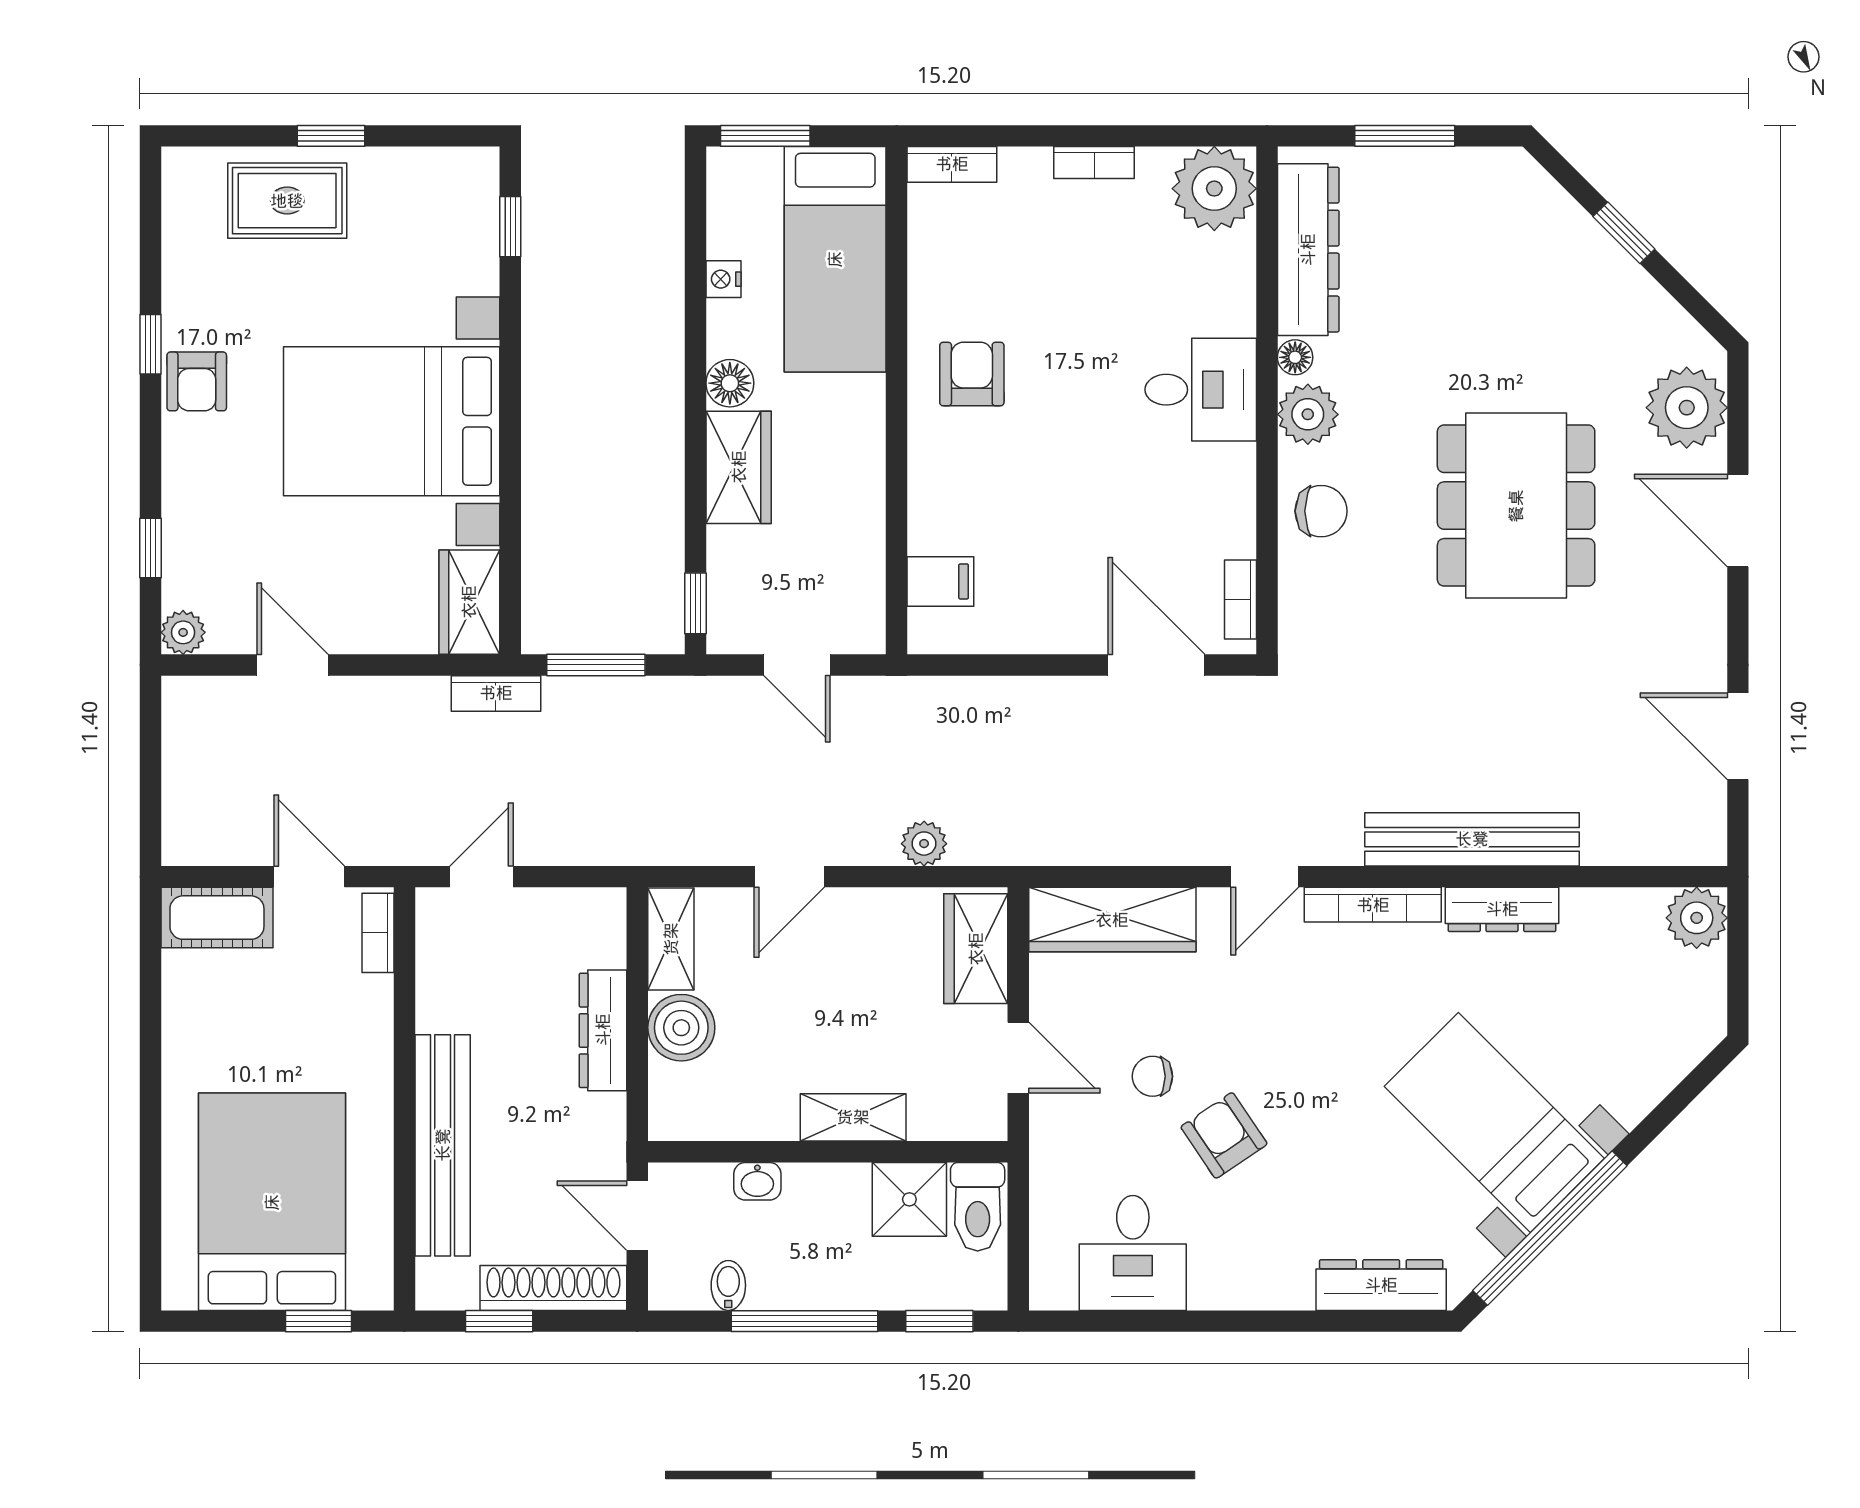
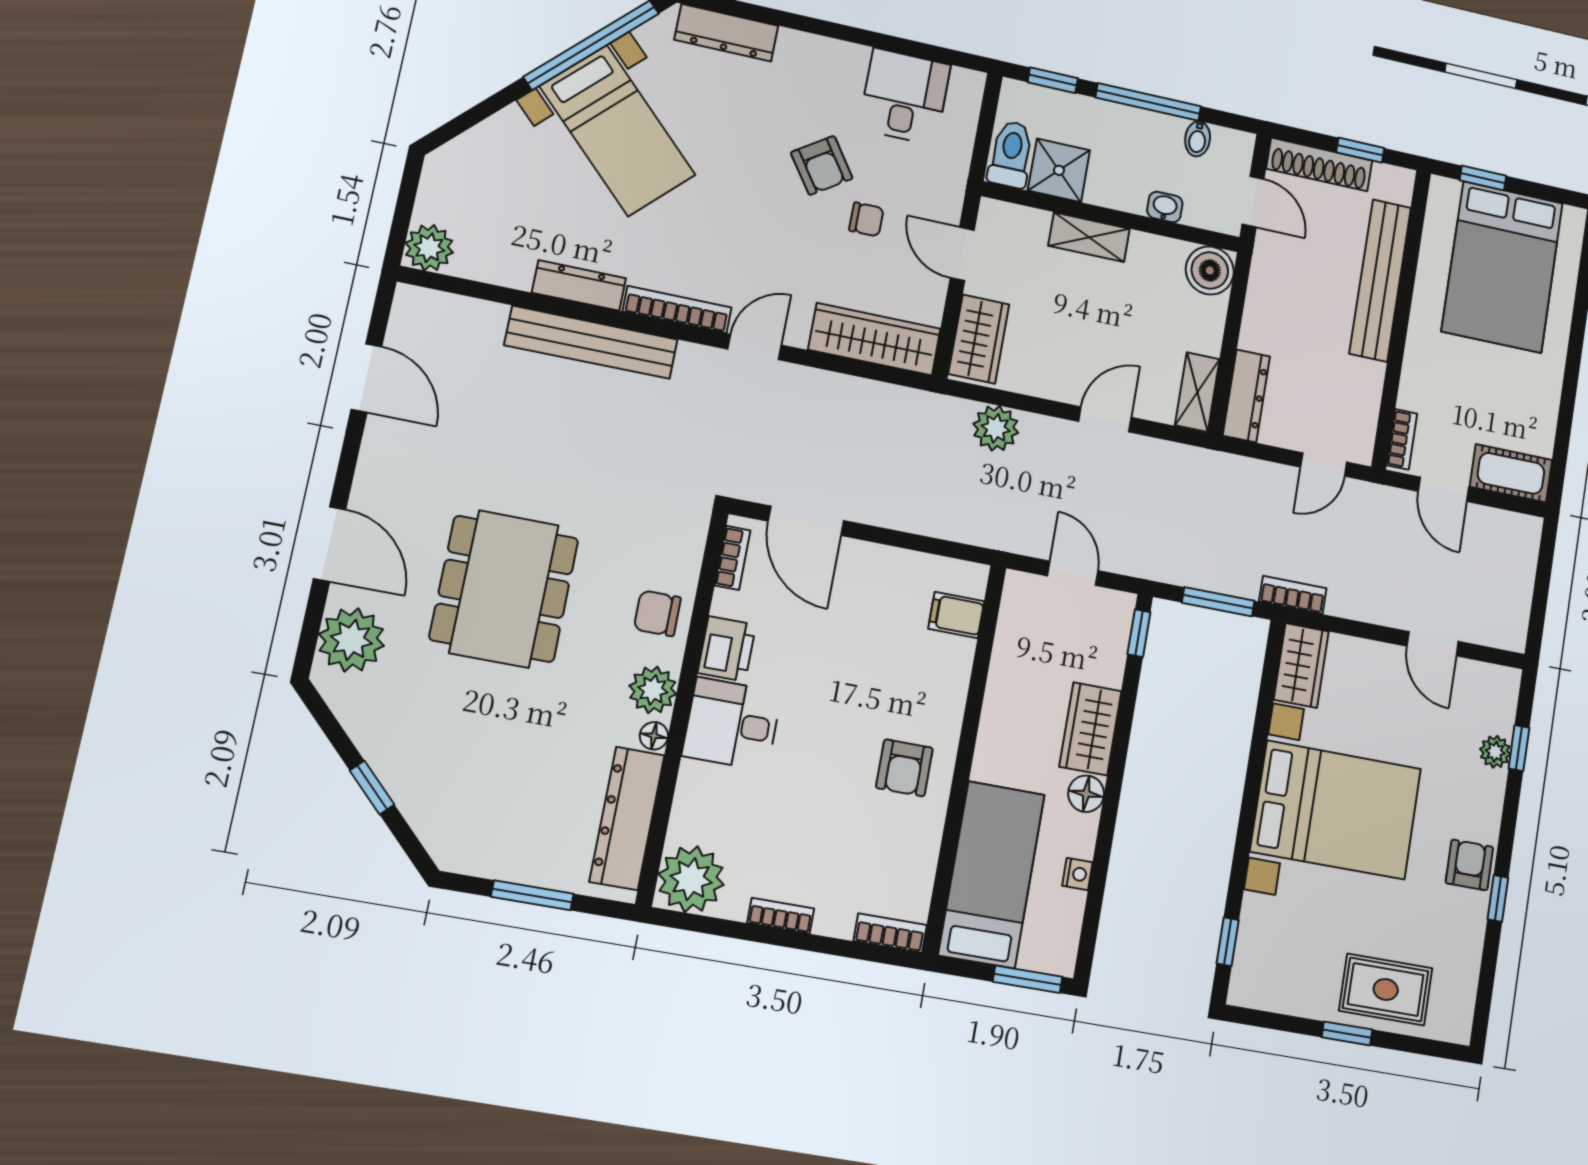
printer: (1225, 483) -> (727, 649), added
plant: (183, 632) -> (1495, 752), moved
plant: (924, 844) -> (996, 428), width x1.38, depth x1.38
boiler: (681, 1028) -> (1210, 270), moved
dresser: (603, 1030) -> (1246, 396), moved

